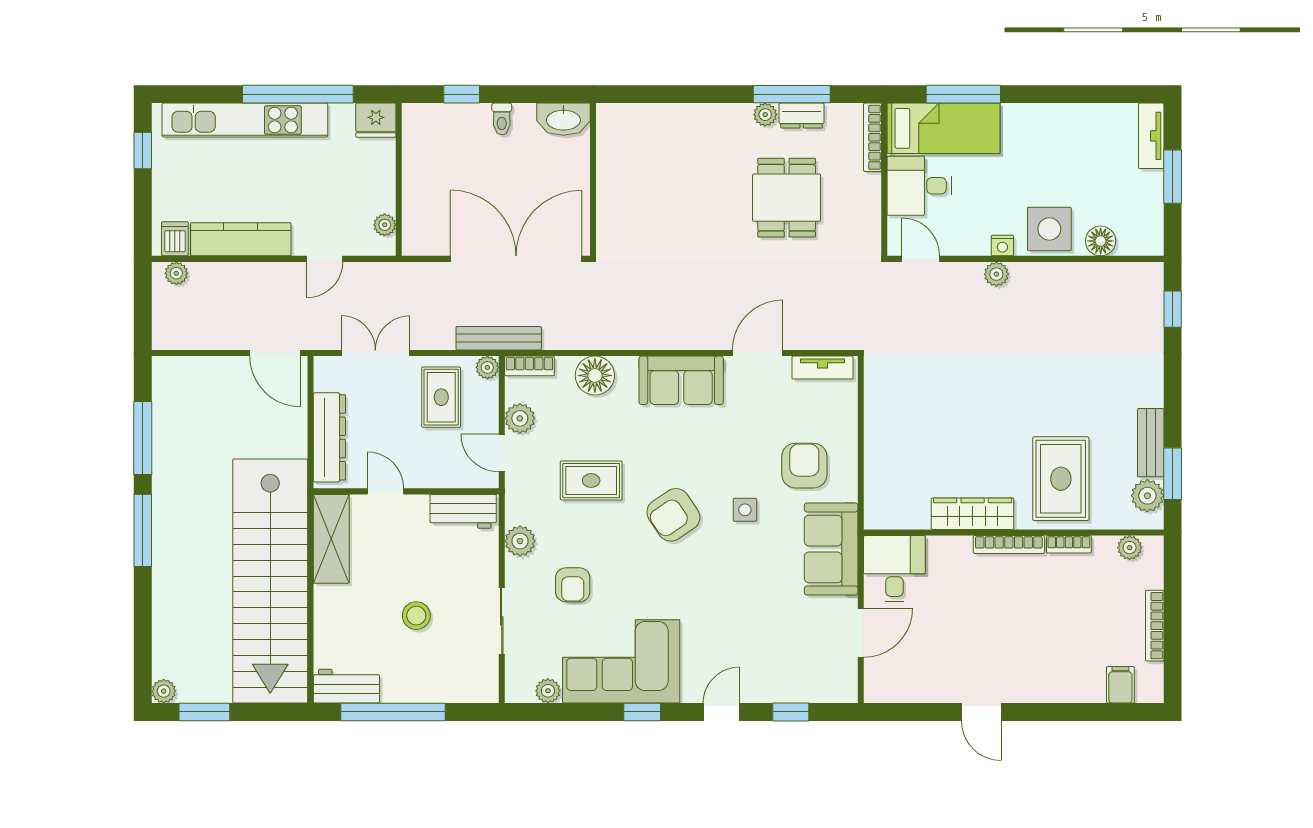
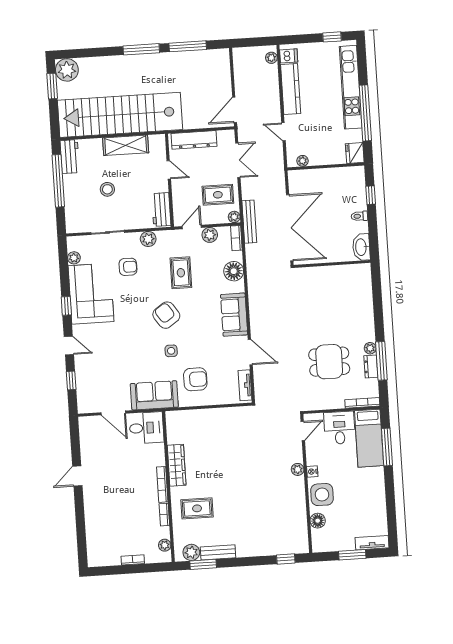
rug: (1061, 479) -> (197, 508), width x0.73, depth x0.70
door: (386, 491) -> (169, 170), hinge flipped
shelving: (331, 539) -> (126, 145), moved
armchair: (573, 585) -> (128, 267), turned 180
bookcase: (1155, 626) -> (133, 560), width x0.64
filing cabinet: (1120, 685) -> (95, 545), removed
plant: (164, 691) -> (67, 70), width x1.88, depth x1.88

